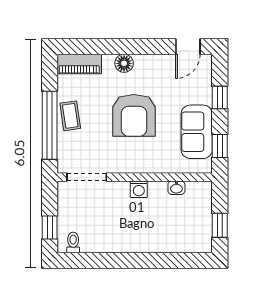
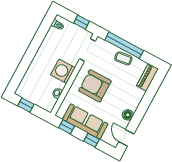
floor lamp: (124, 63) -> (128, 115), moved
armchair: (134, 115) -> (95, 86), moved
sofa: (197, 132) -> (85, 122), width x1.36
washing machine: (139, 189) -> (63, 71), width x1.89, depth x1.89
window: (50, 227) -> (82, 22), moved

